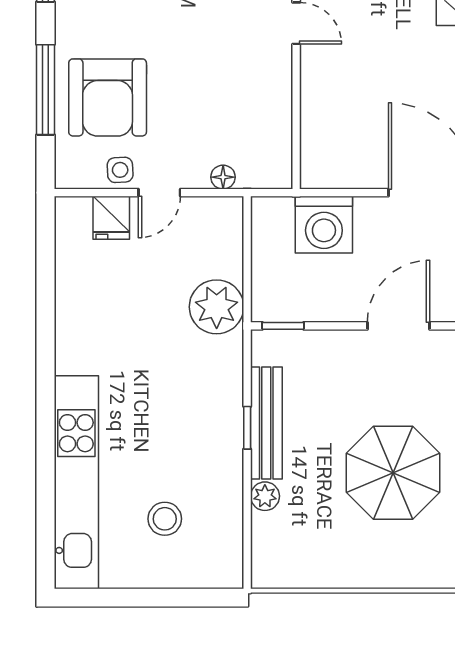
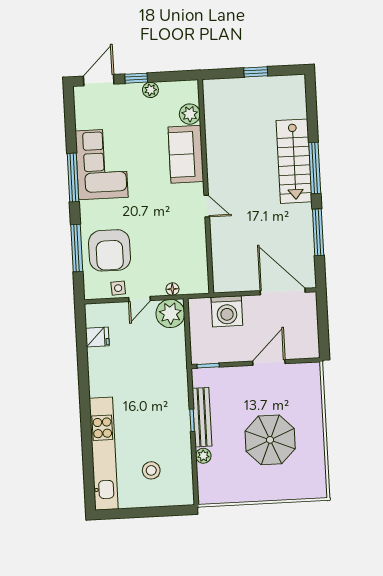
fridge: (111, 218) -> (97, 337), moved, turned -90
plant: (217, 307) -> (170, 314), moved

